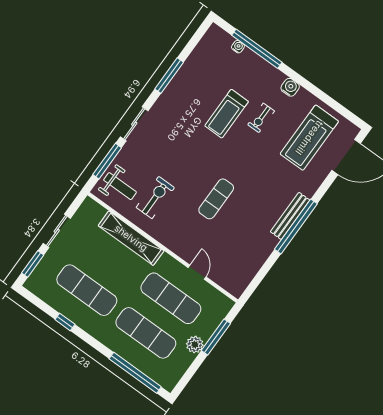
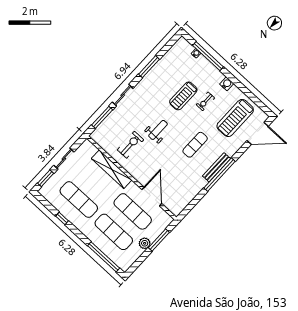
weight bench: (120, 186) -> (158, 130), moved, turned -90
exercise mat: (216, 199) -> (195, 145), moved
door: (197, 272) -> (152, 197), width x1.88

